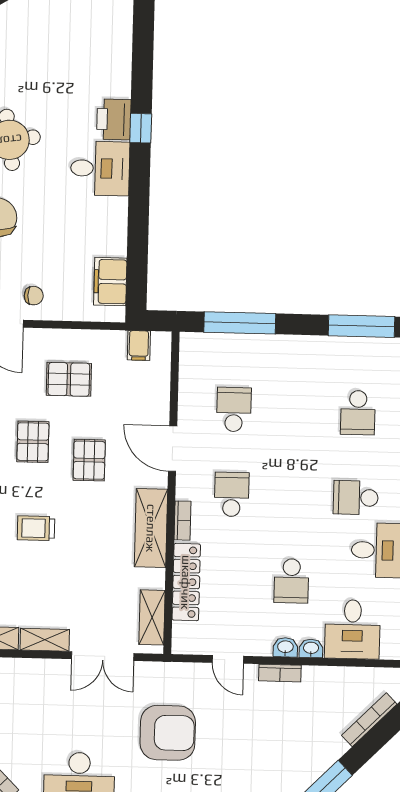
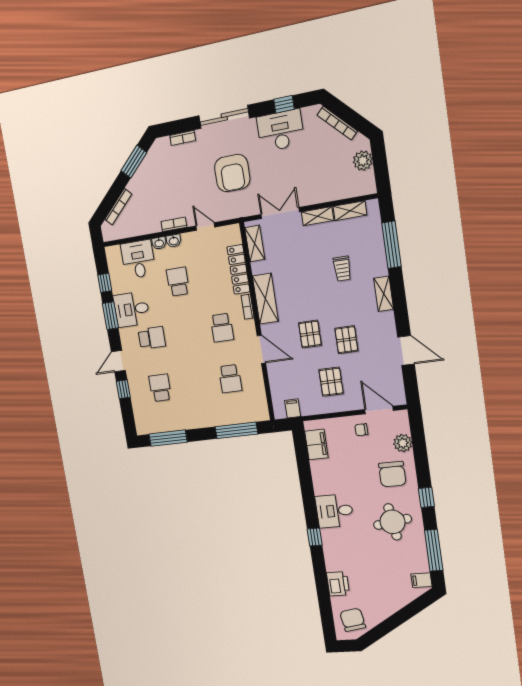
printer: (114, 119) -> (338, 584), moved
pallet: (69, 379) -> (331, 382), turned 90
trolley: (36, 528) -> (342, 269), moved, turned 90
armchair: (168, 733) -> (232, 173), turned -90

